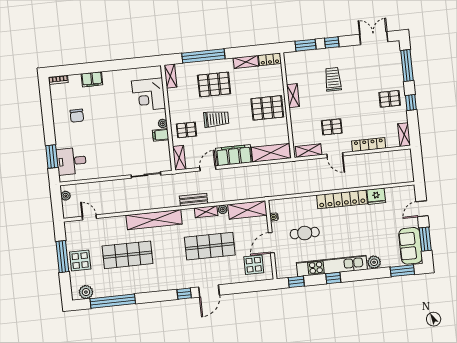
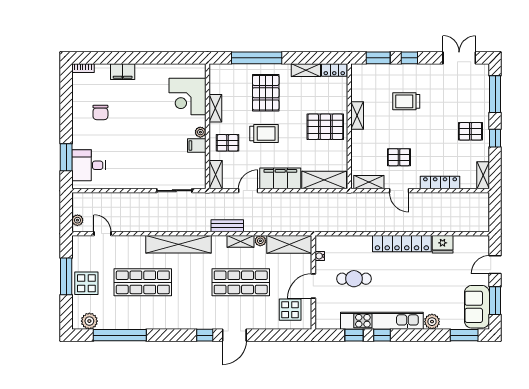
shelving: (170, 76) -> (215, 108), moved
trolley: (333, 79) -> (406, 101), turned -90
pallet: (214, 84) -> (266, 93), turned 90
plant: (66, 196) -> (77, 220), moved
window: (296, 282) -> (354, 335), moved

